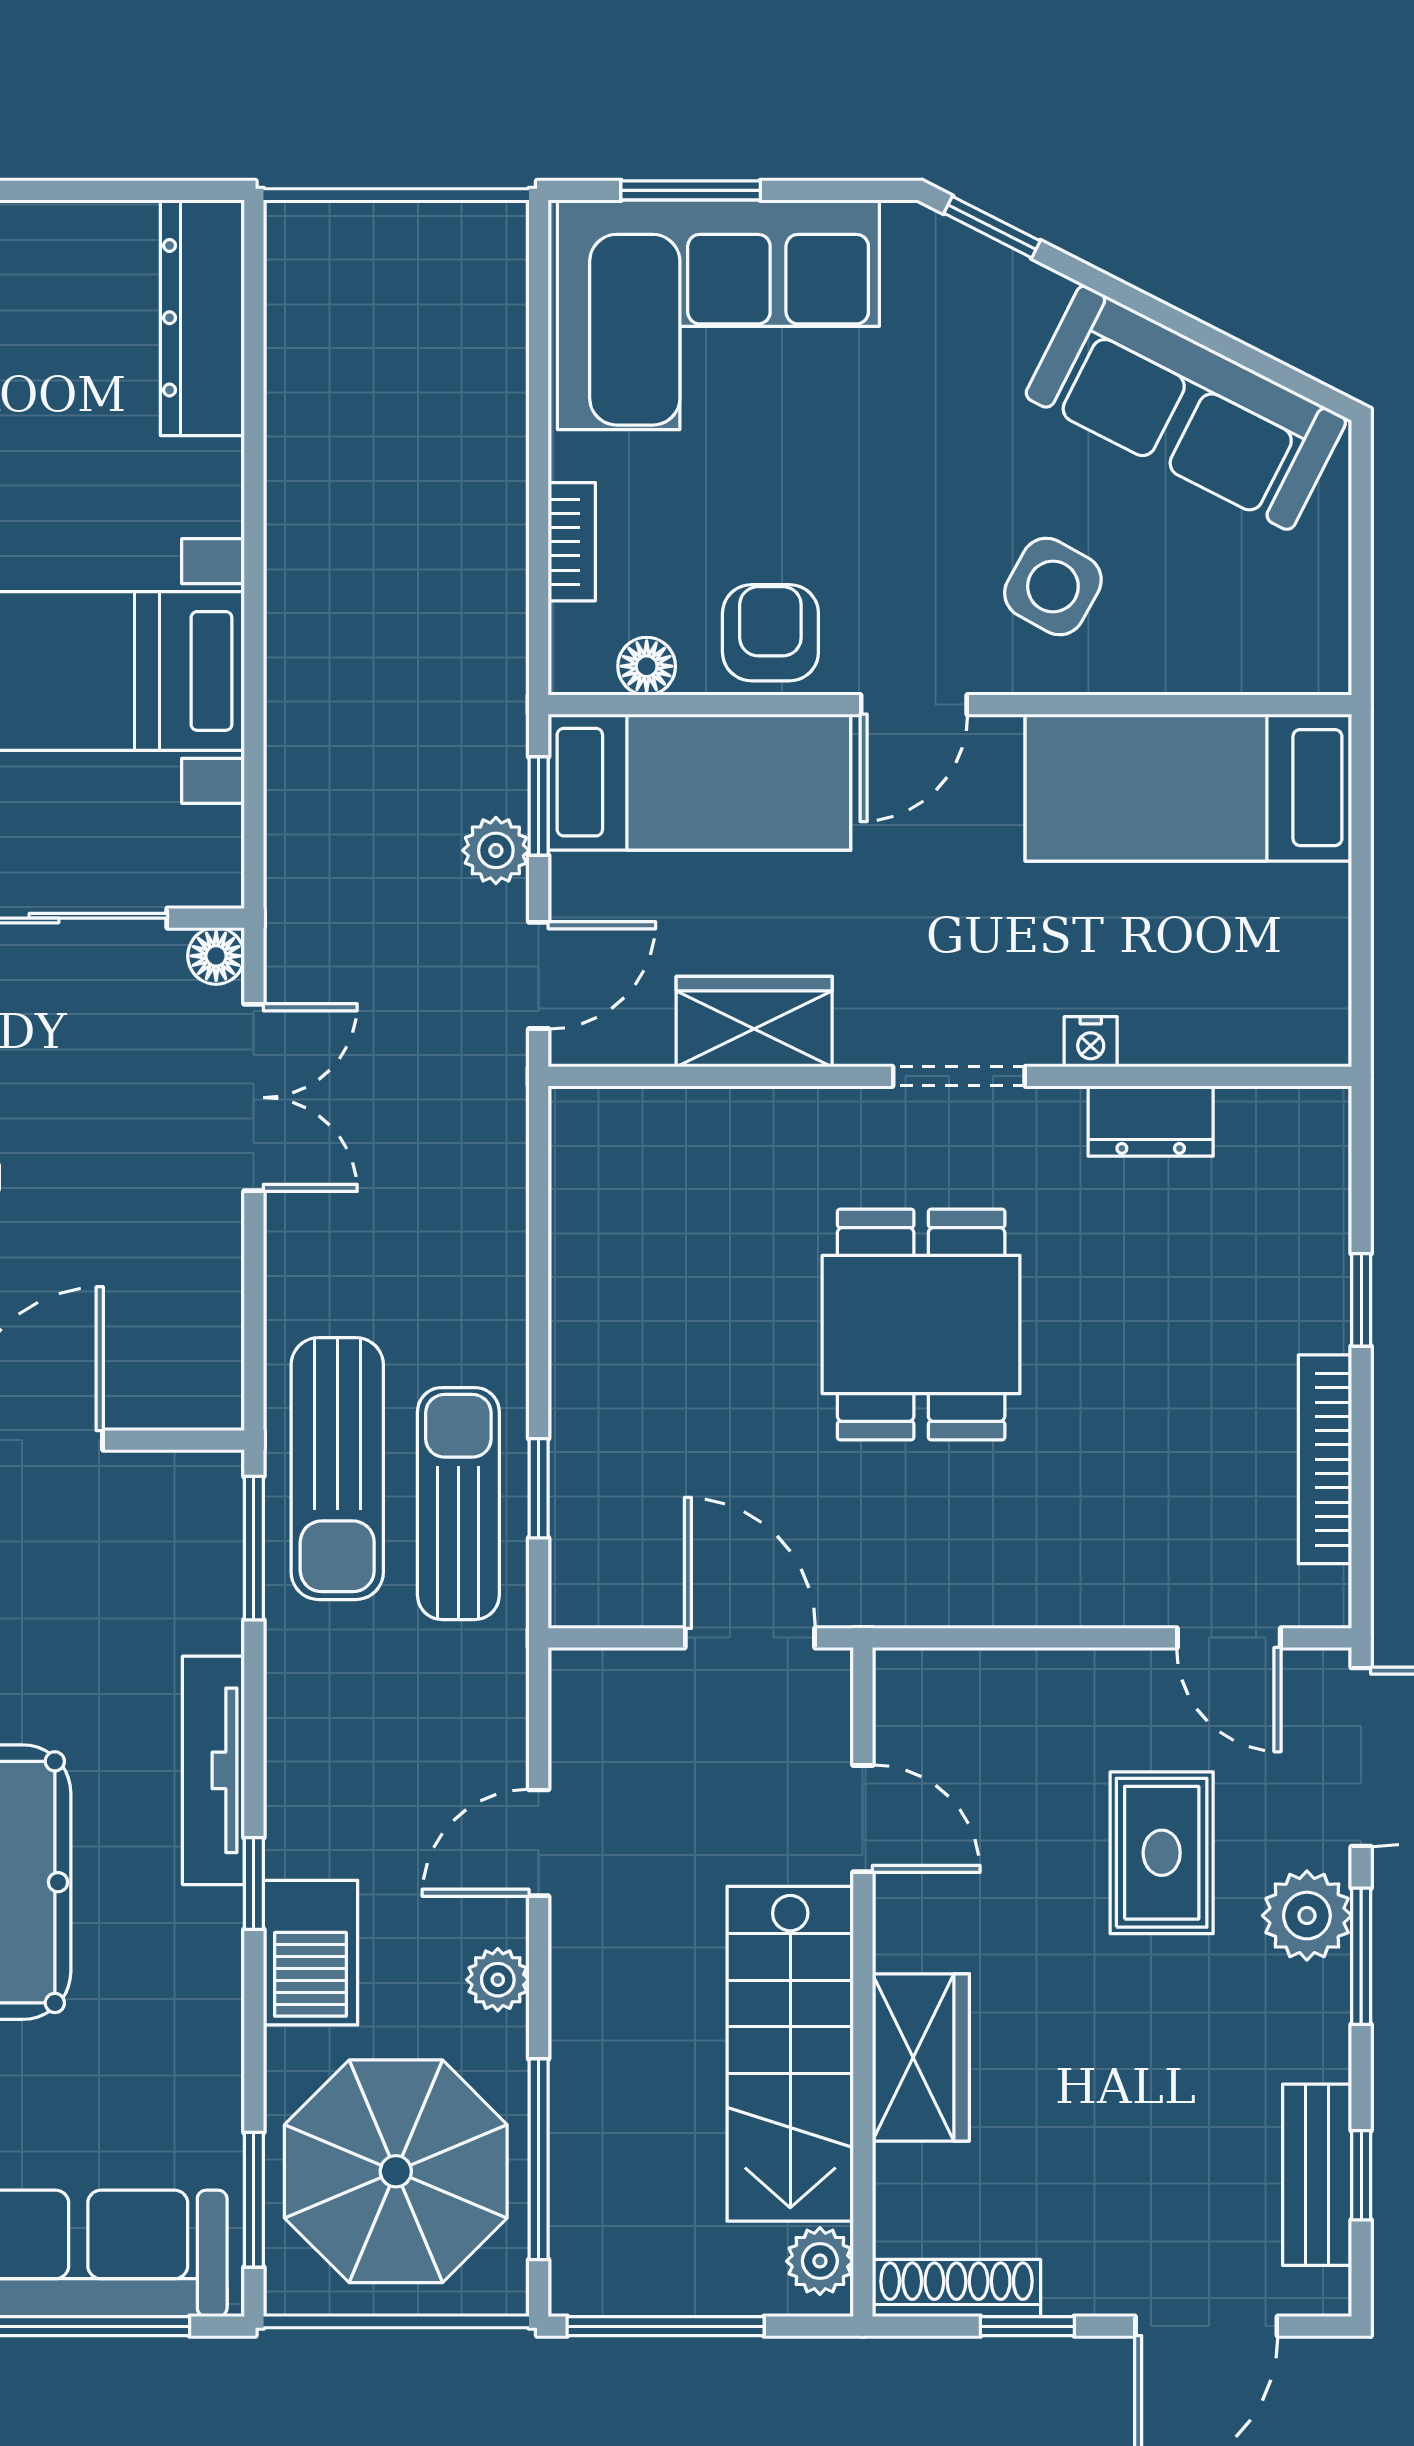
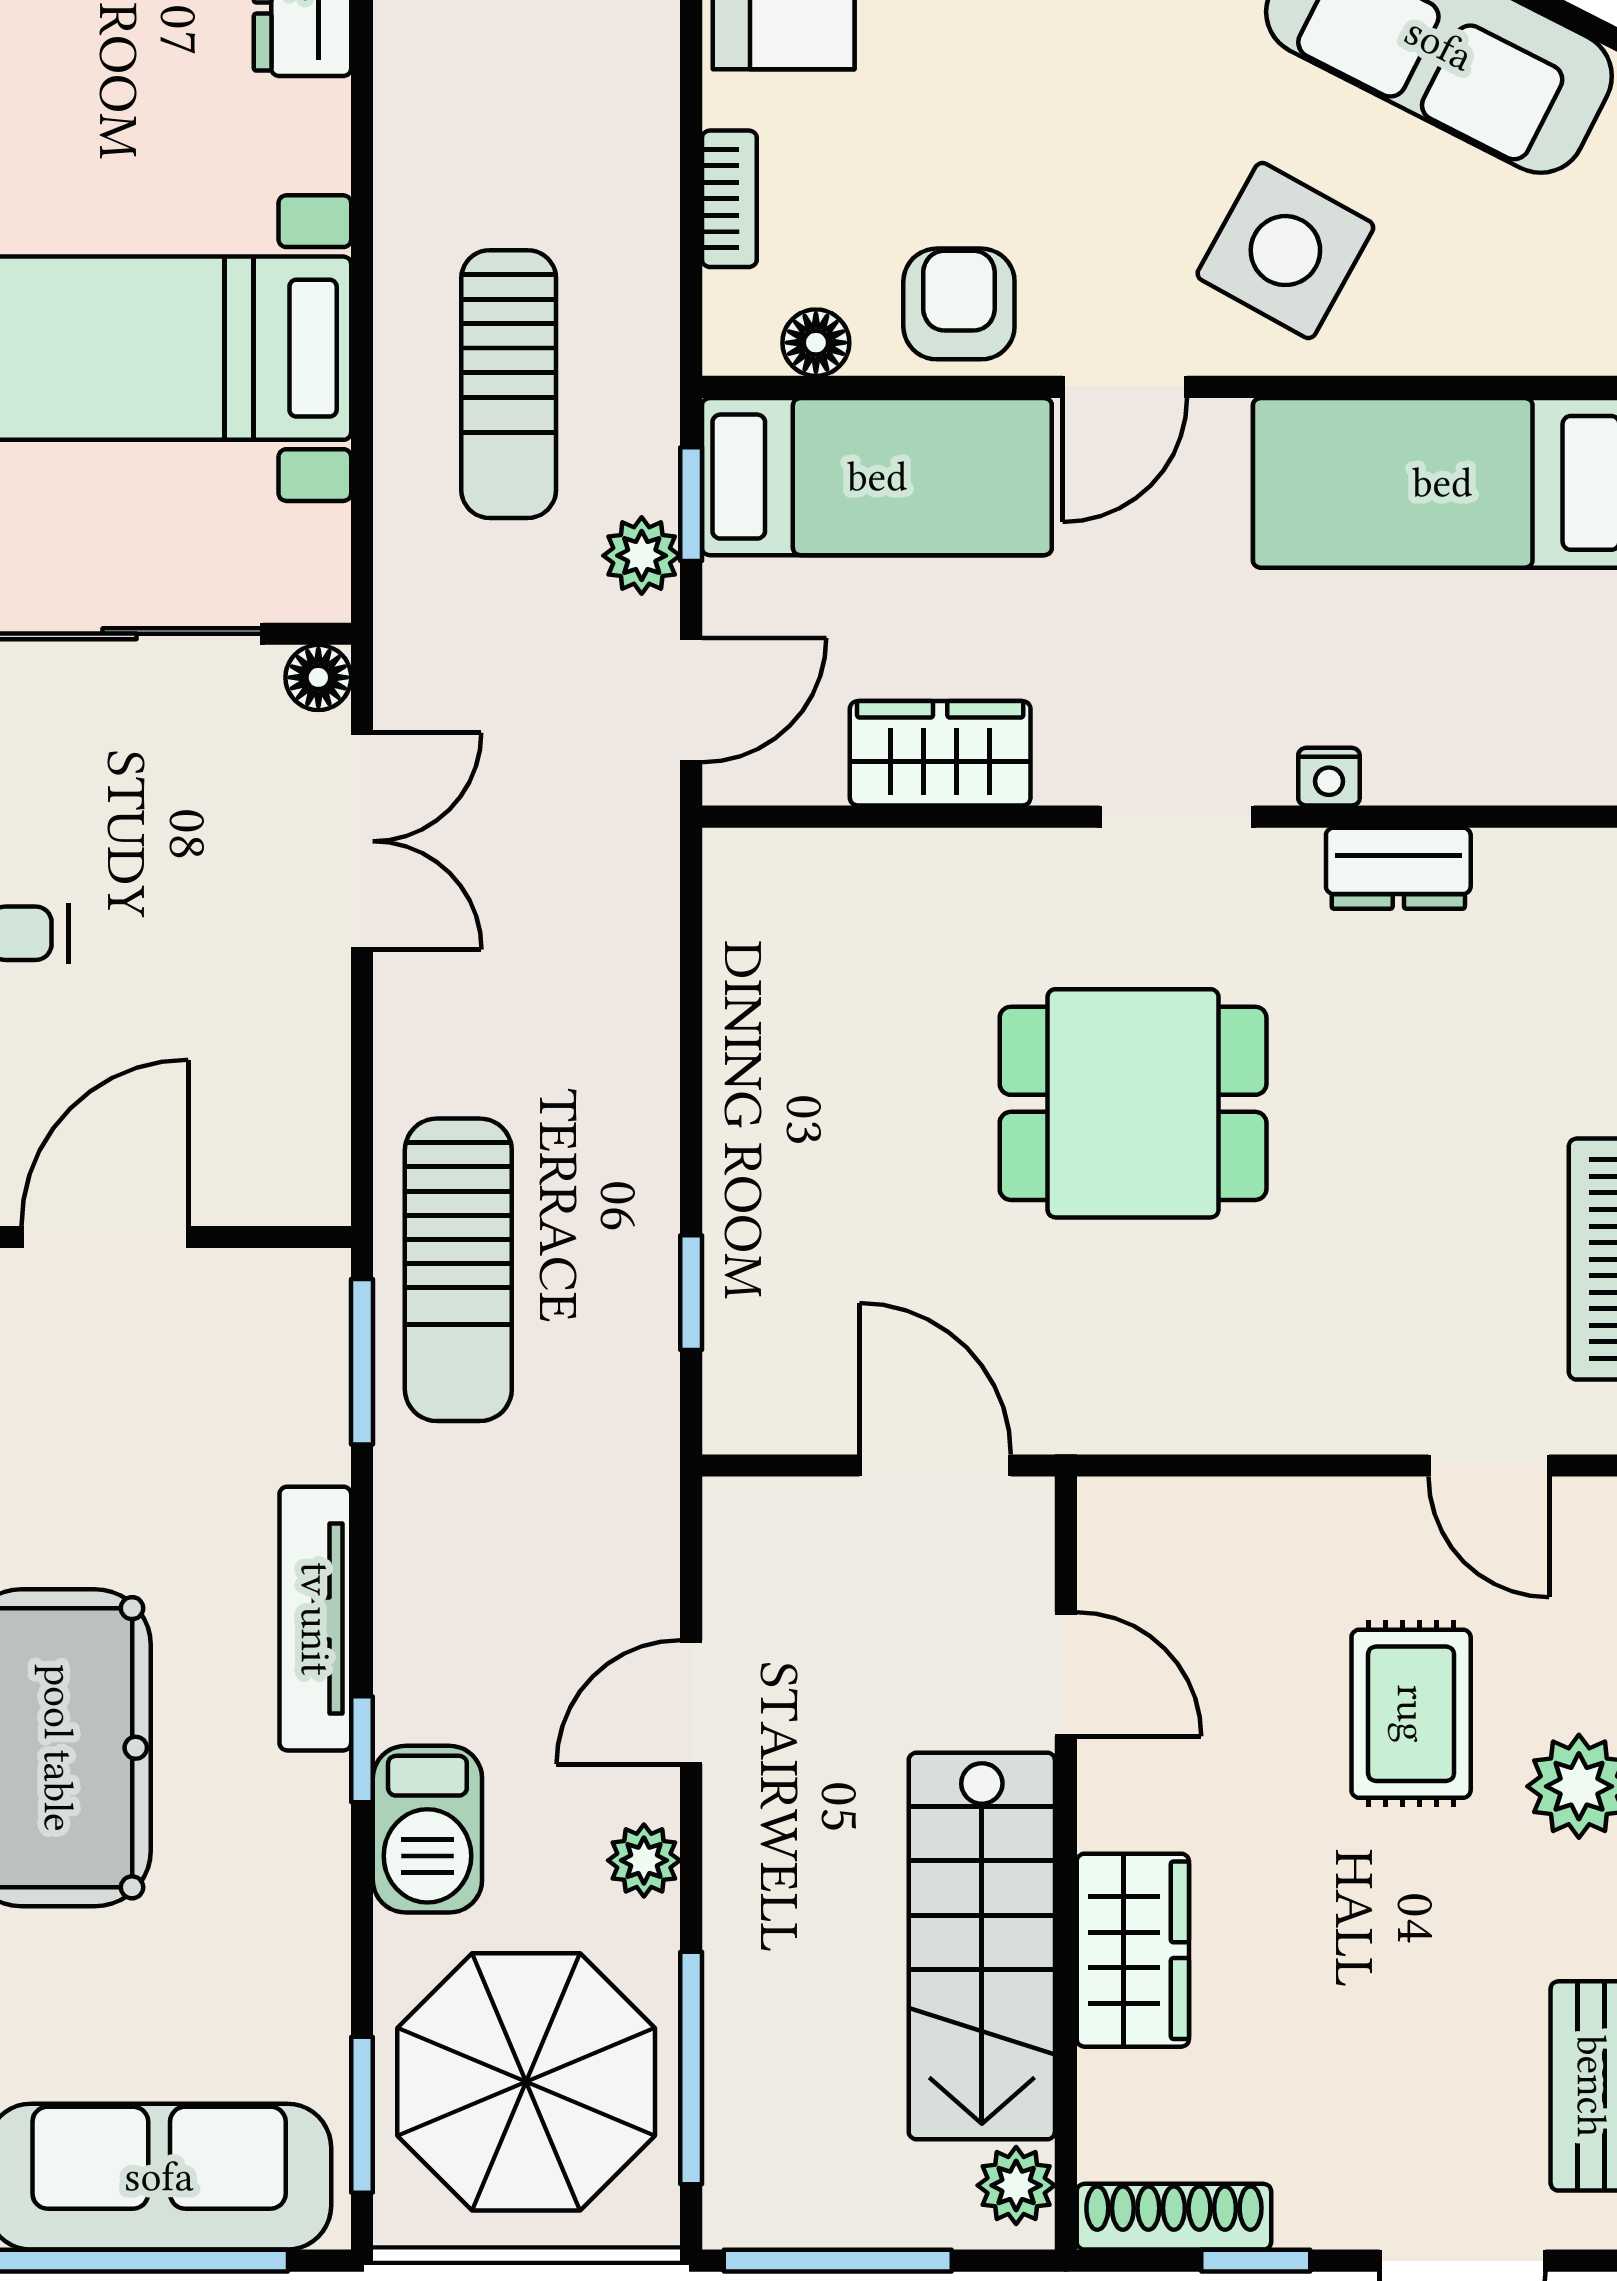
side table: (1053, 586) -> (1285, 251), width x1.37, depth x1.37
dining table: (921, 1324) -> (1133, 1103), turned 90
sun lounger: (458, 1504) -> (509, 384), moved, turned 180

